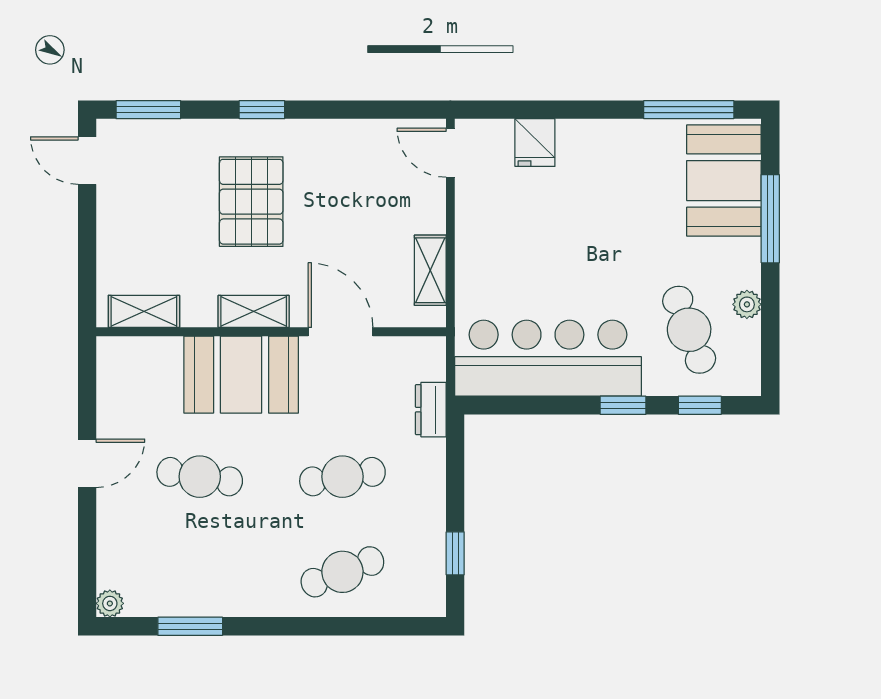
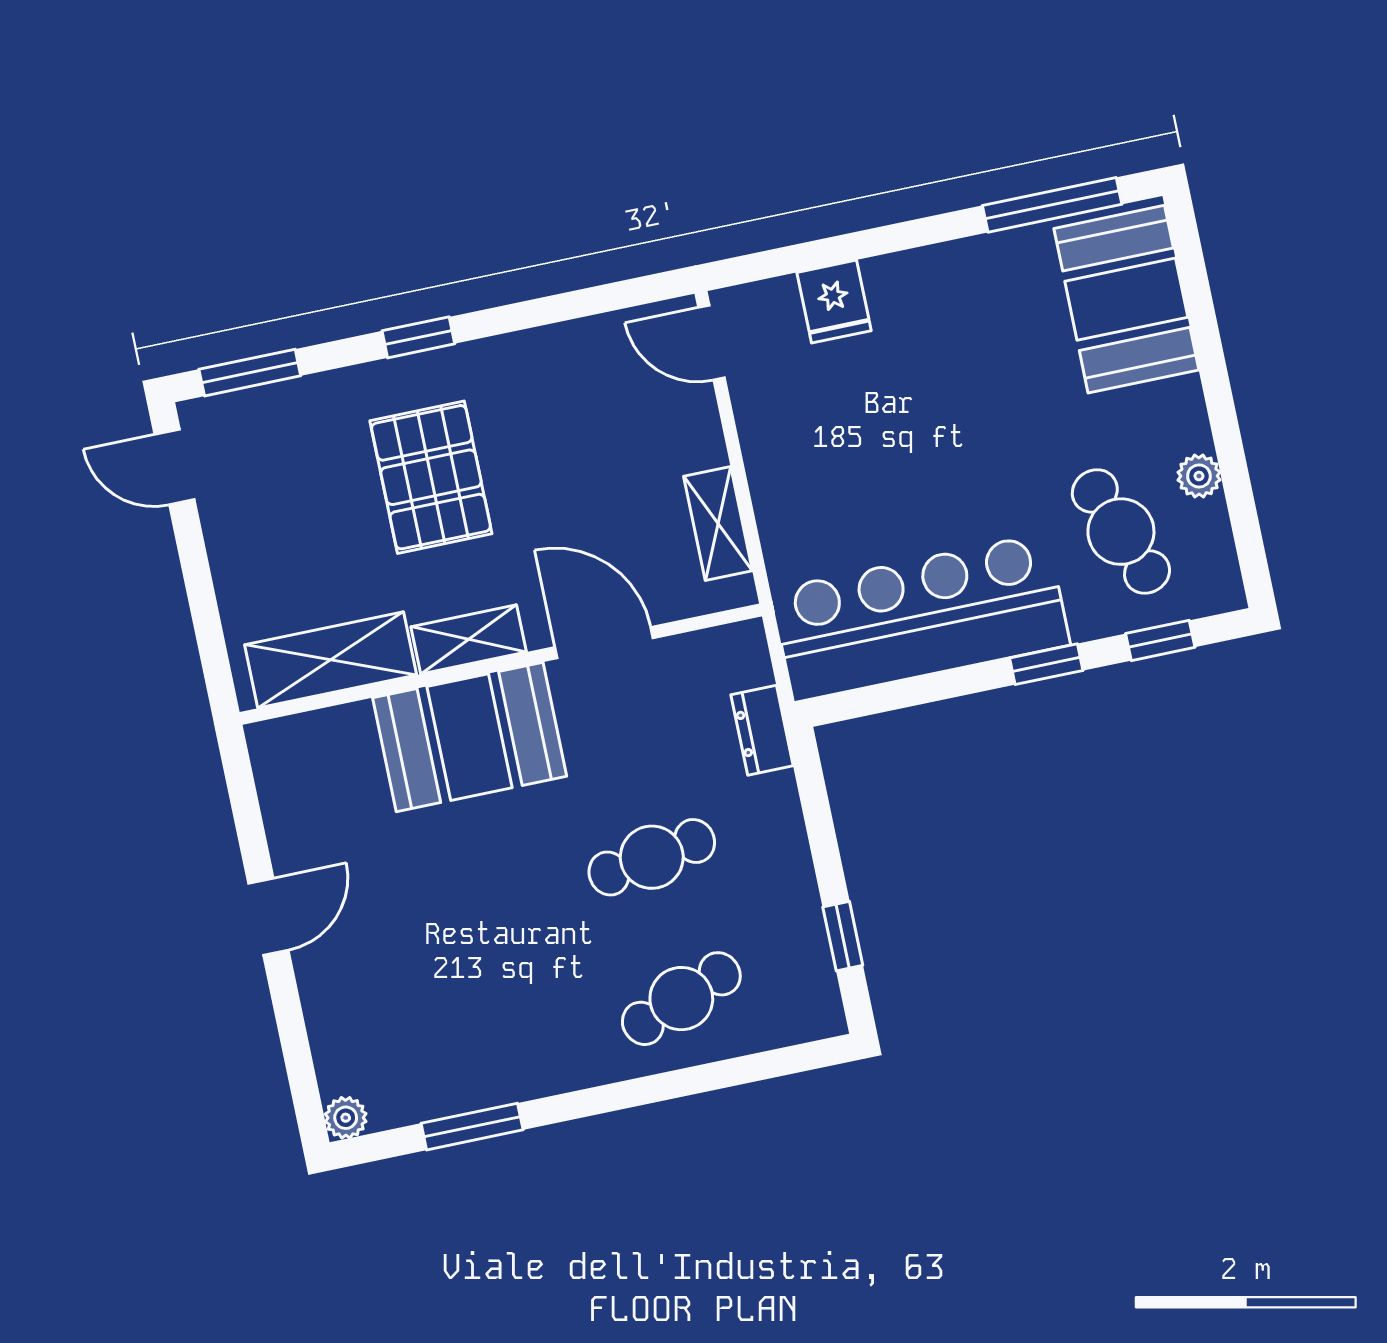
window: (770, 219) -> (1207, 341), removed
shelving: (144, 311) -> (331, 660), width x1.50, depth x1.33
cafe table: (200, 477) -> (440, 901), removed

